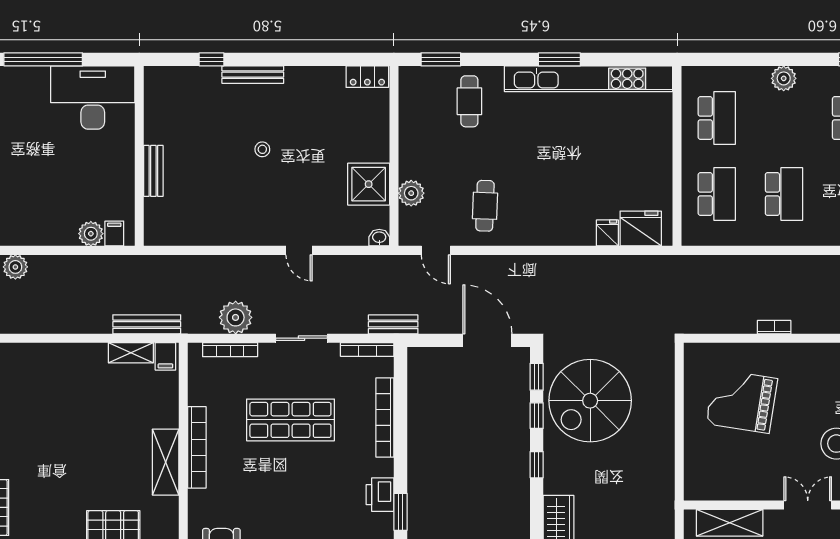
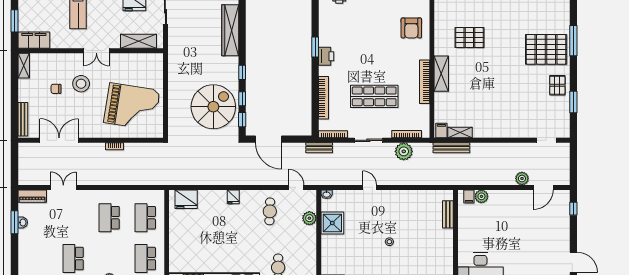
bench: (153, 171) -> (448, 214), moved
fridge: (607, 233) -> (233, 197), moved
grand piano: (742, 401) -> (132, 106), width x1.37, depth x1.48

